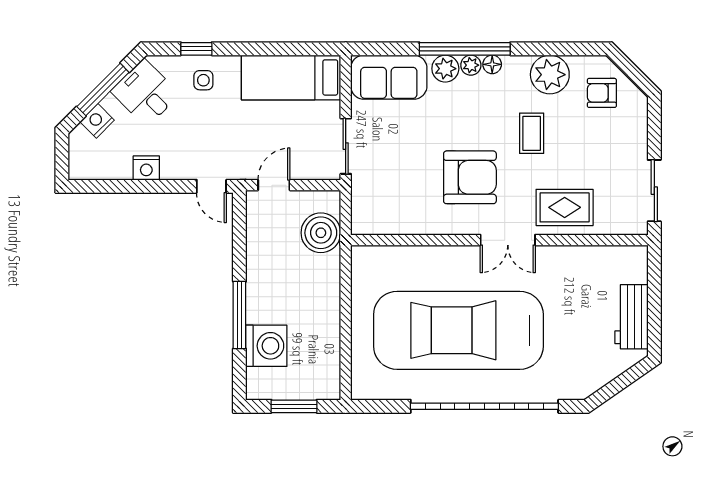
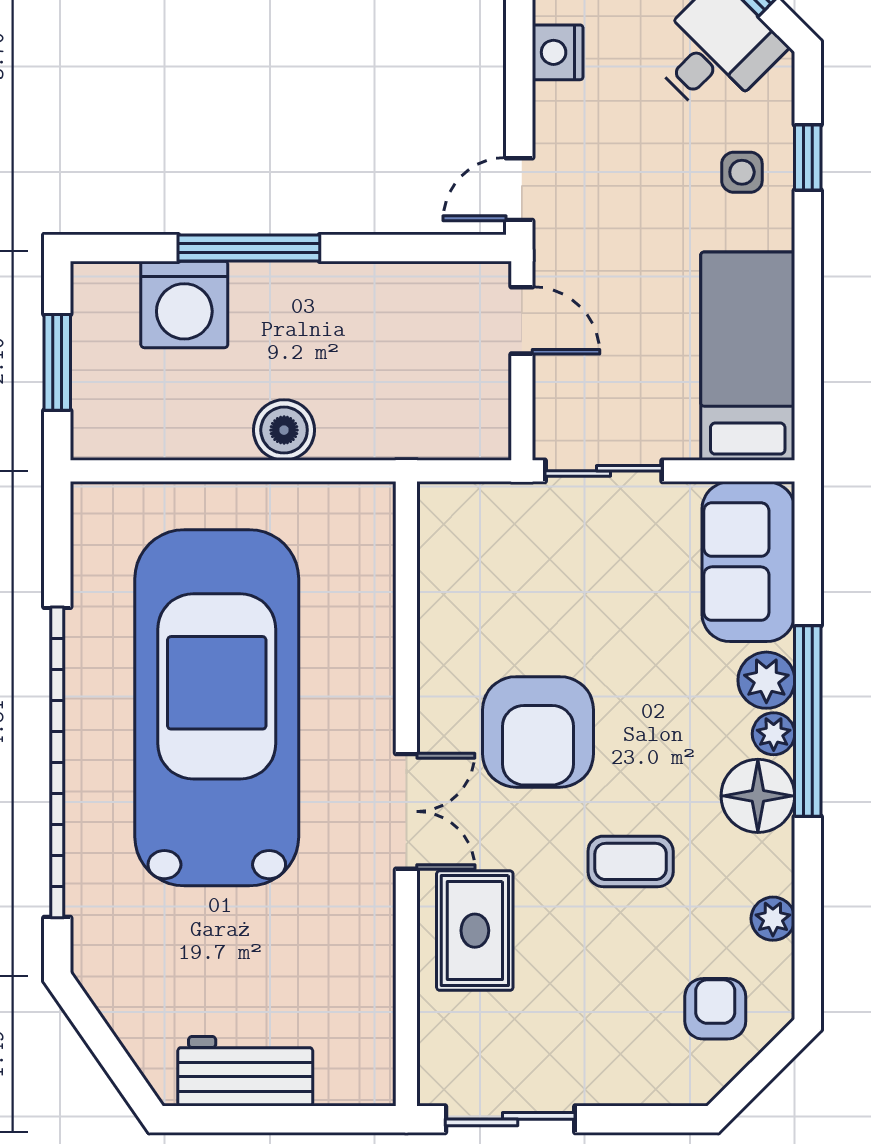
floor lamp: (492, 64) -> (758, 796), width x1.89, depth x1.89
plant: (550, 75) -> (773, 919), width x0.53, depth x0.53
boiler: (321, 233) -> (284, 430), moved, width x0.73, depth x0.73
double door: (508, 240) -> (406, 811), swing flipped

